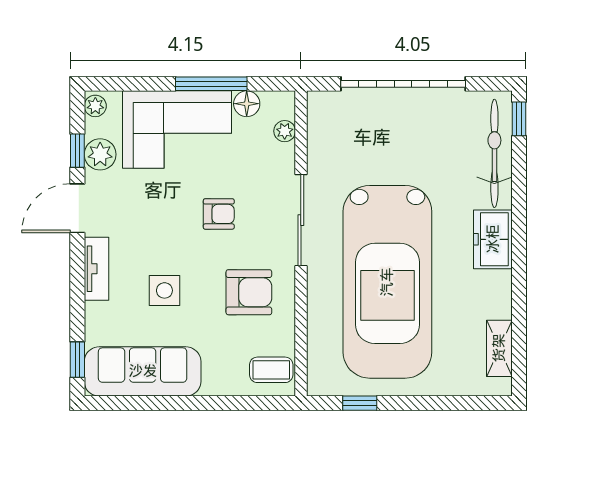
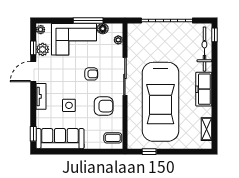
freezer: (493, 239) -> (204, 89), width x1.40

